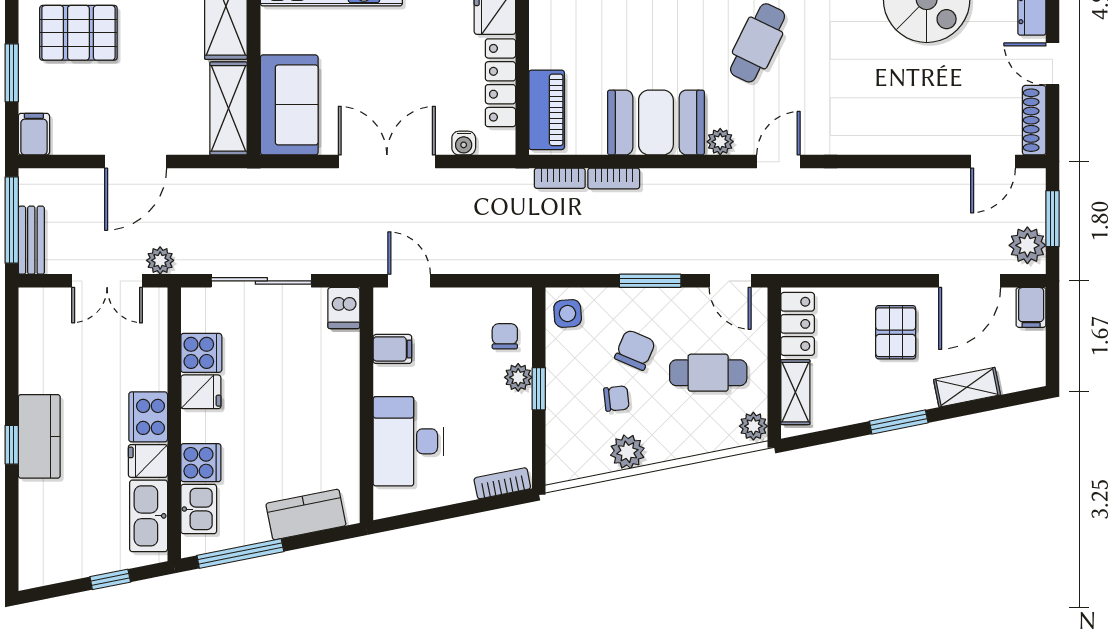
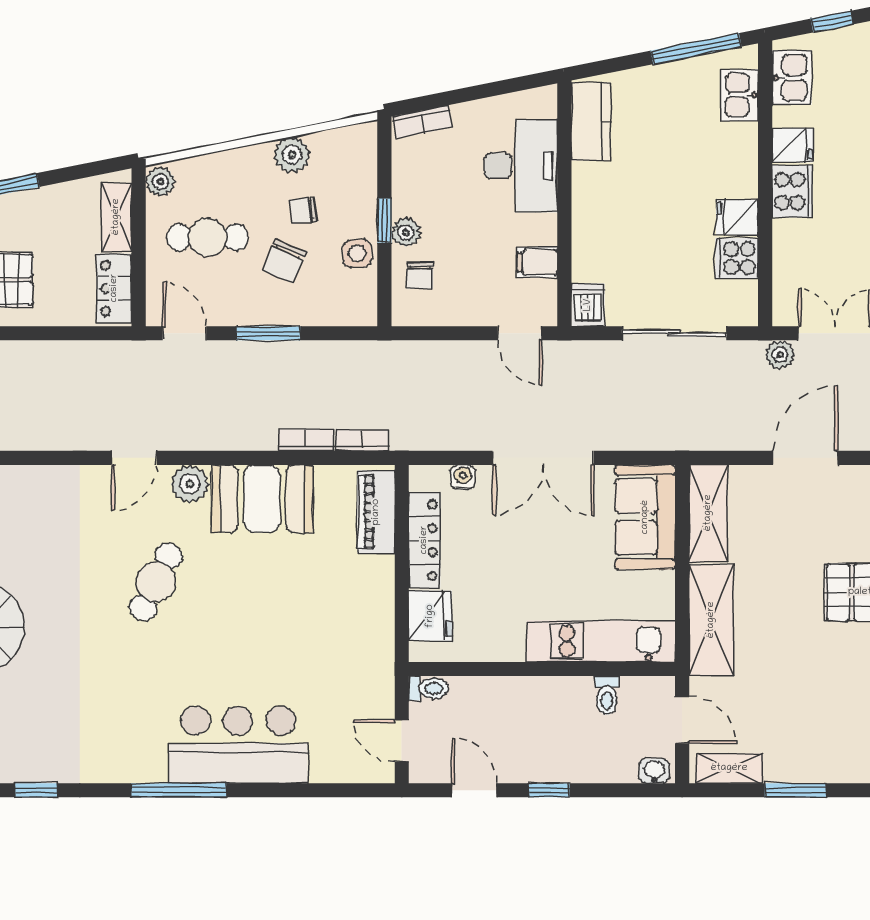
plant: (720, 142) -> (190, 484), width x1.38, depth x1.38
side table: (568, 314) -> (357, 253), moved
cooker: (201, 463) -> (737, 143), removed
kitchen counter: (306, 515) -> (591, 121), moved, turned -79
kitchen sink: (149, 516) -> (792, 78), width x0.73

